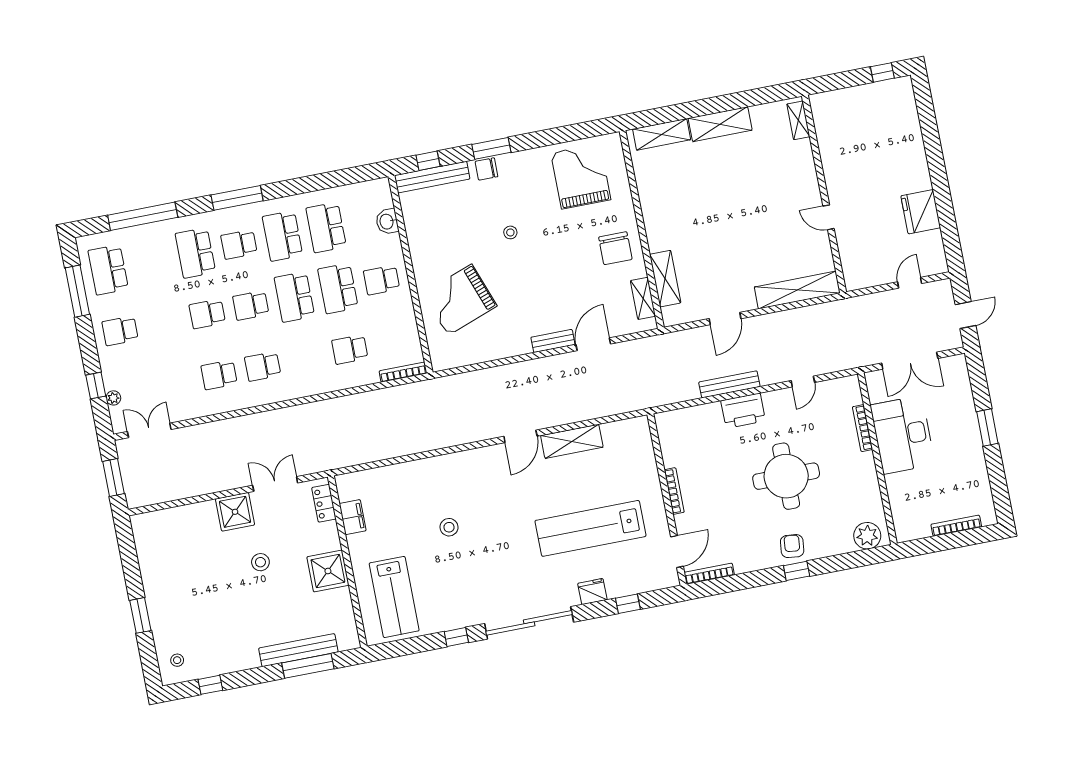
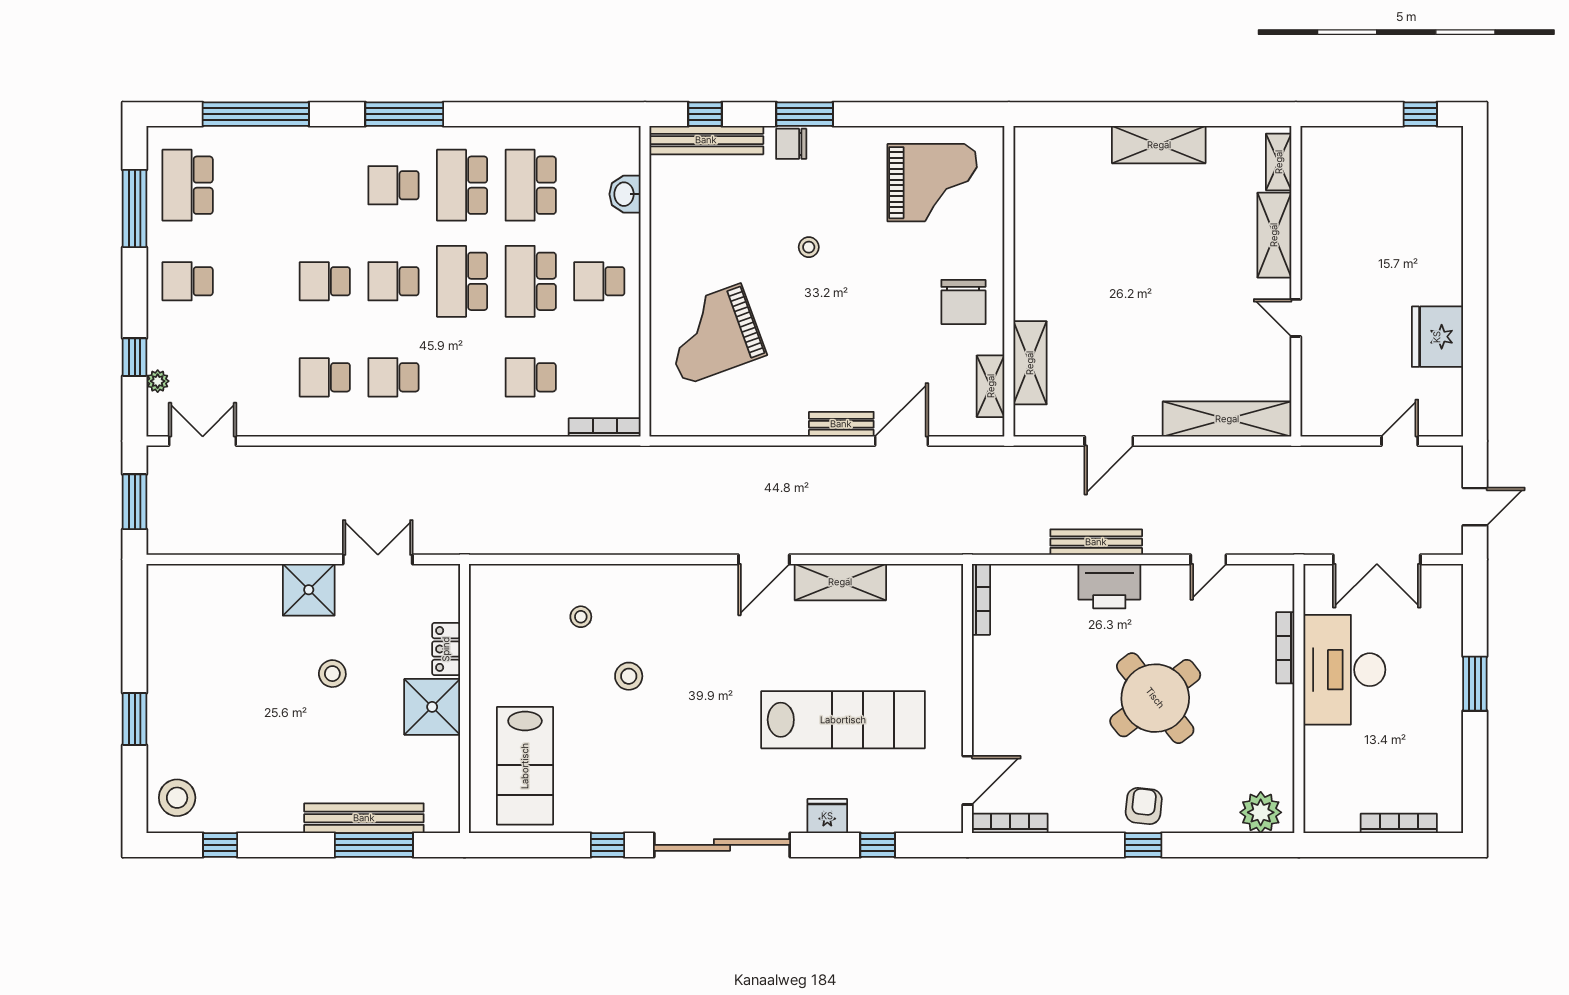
shelving: (662, 134) -> (1274, 235), moved, turned 90
grand piano: (581, 176) -> (932, 183), turned 90
school desk: (195, 253) -> (325, 185), removed
round table: (786, 476) -> (1155, 698), turned -38
bookcase: (674, 491) -> (981, 599), moved
stool: (411, 495) -> (581, 617), added
locker: (324, 503) -> (446, 649), moved
filing cabinet: (353, 517) -> (485, 632), removed
lab bench: (590, 528) -> (843, 720), turned 180
stool: (177, 660) -> (177, 798), width x1.89, depth x1.89

